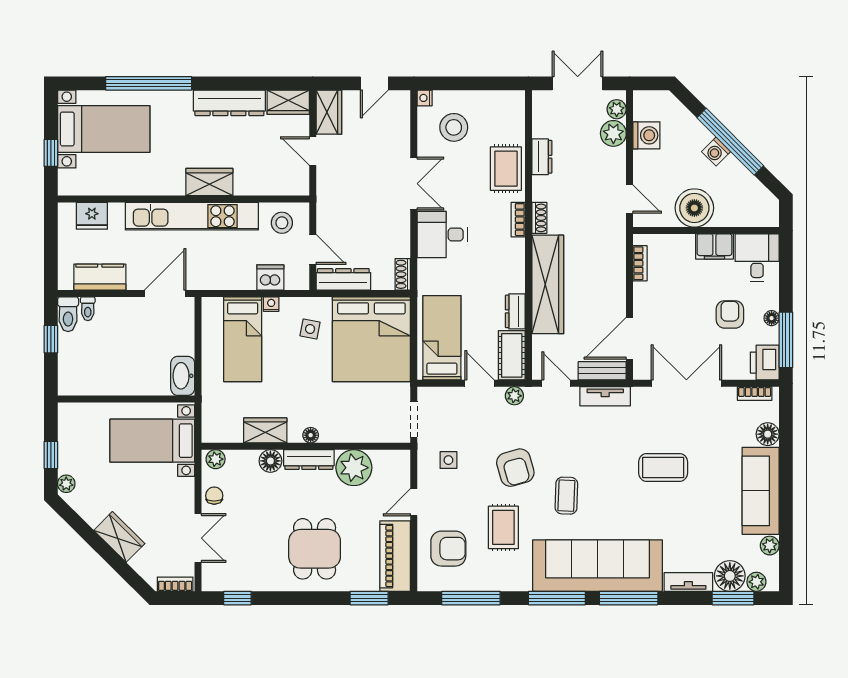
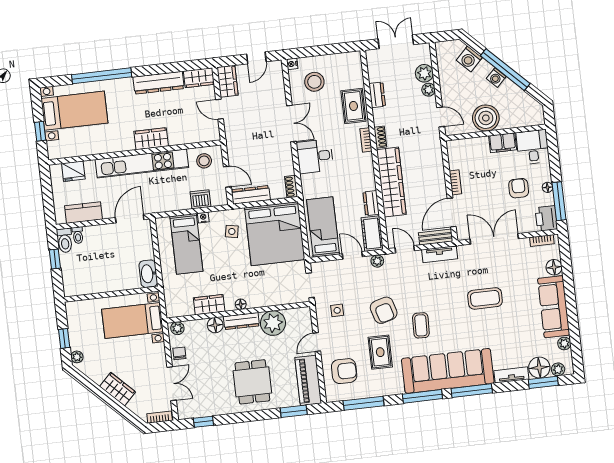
plant: (617, 109) -> (429, 90), moved
washing machine: (646, 135) -> (469, 59), moved, turned 135
bookcase: (640, 263) -> (455, 182), moved

